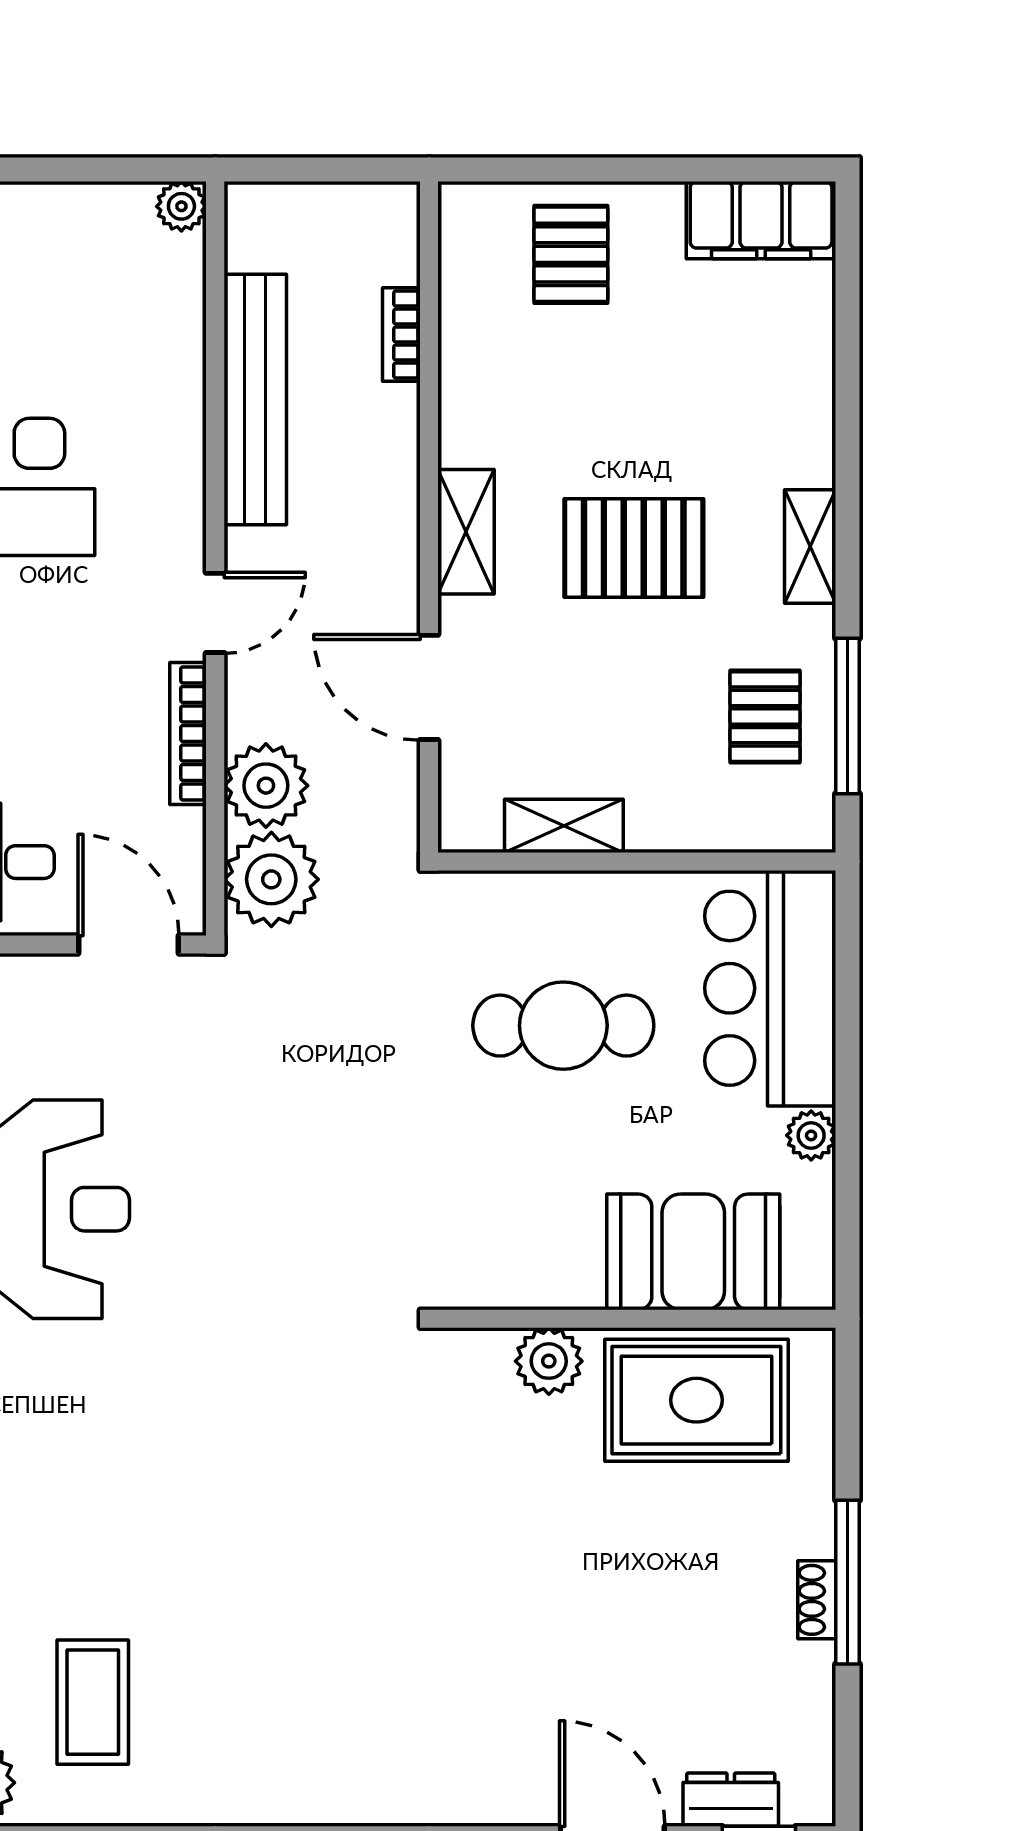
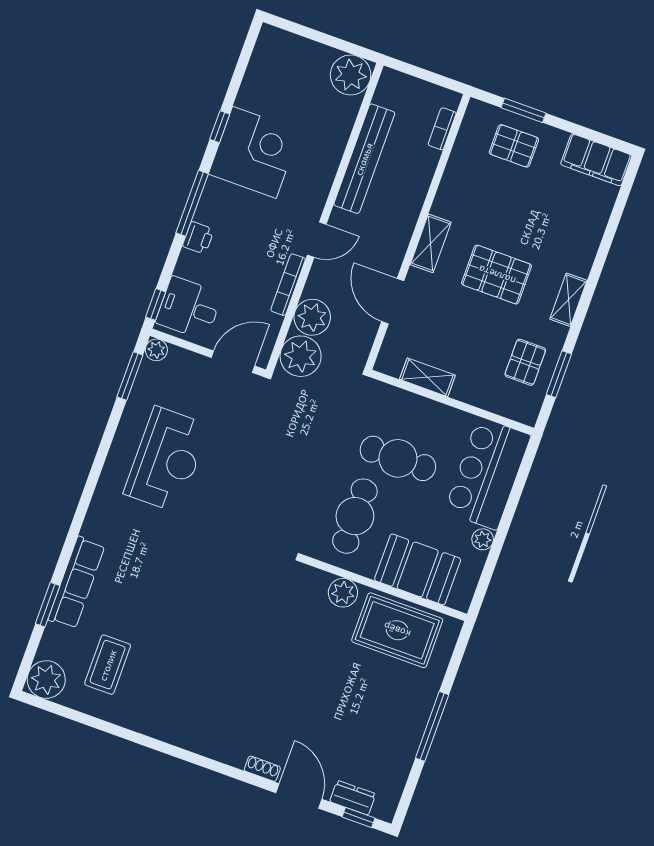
window: (564, 170) -> (523, 110), added
plant: (181, 206) -> (351, 75), width x1.88, depth x1.88
pallet: (571, 254) -> (514, 146), turned 90
bookcase: (401, 335) -> (442, 129), moved
window: (848, 716) -> (559, 374), width x0.69
door: (128, 945) -> (233, 362), hinge flipped
cafe table: (515, 1185) -> (355, 516), added
shoe rack: (817, 1600) -> (262, 769), moved, turned 90

